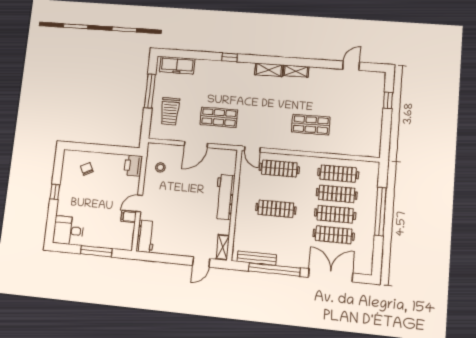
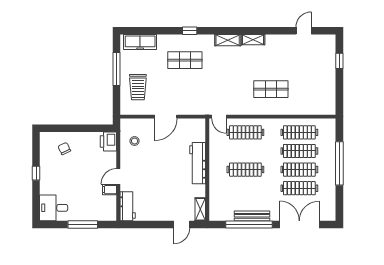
shop shelf: (219, 117) -> (185, 60), moved
bench: (257, 258) -> (252, 216), moved

